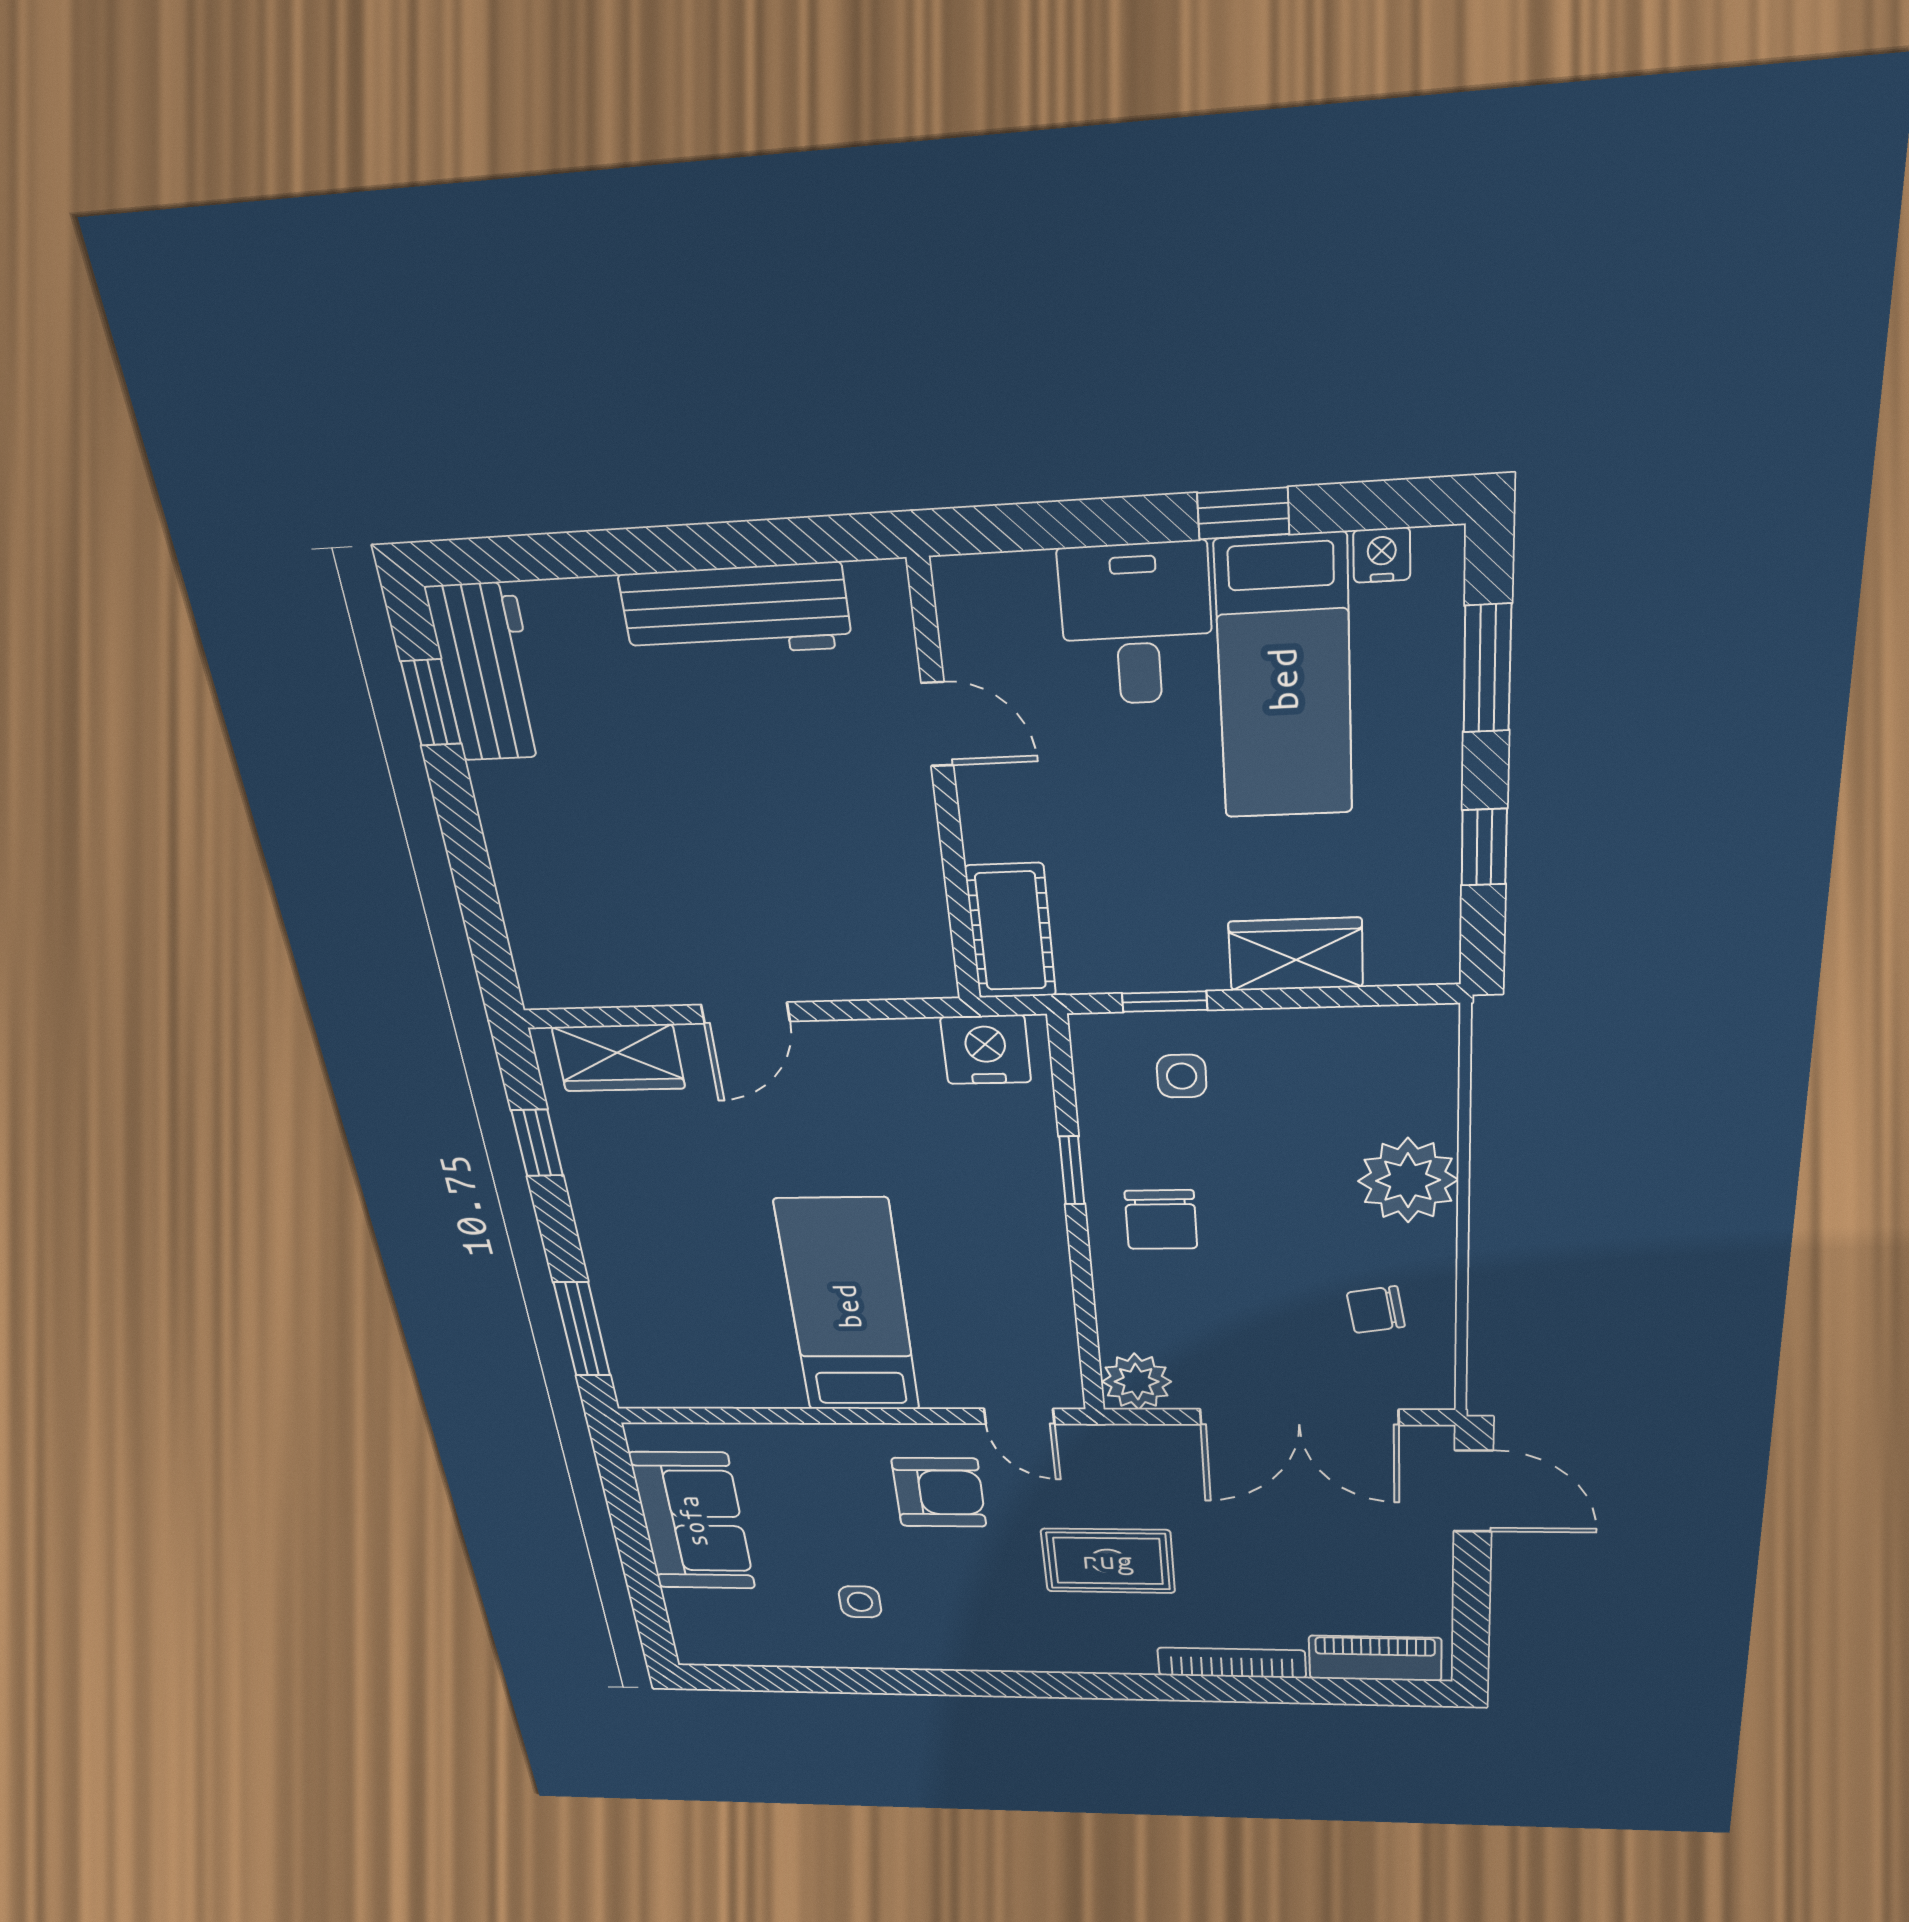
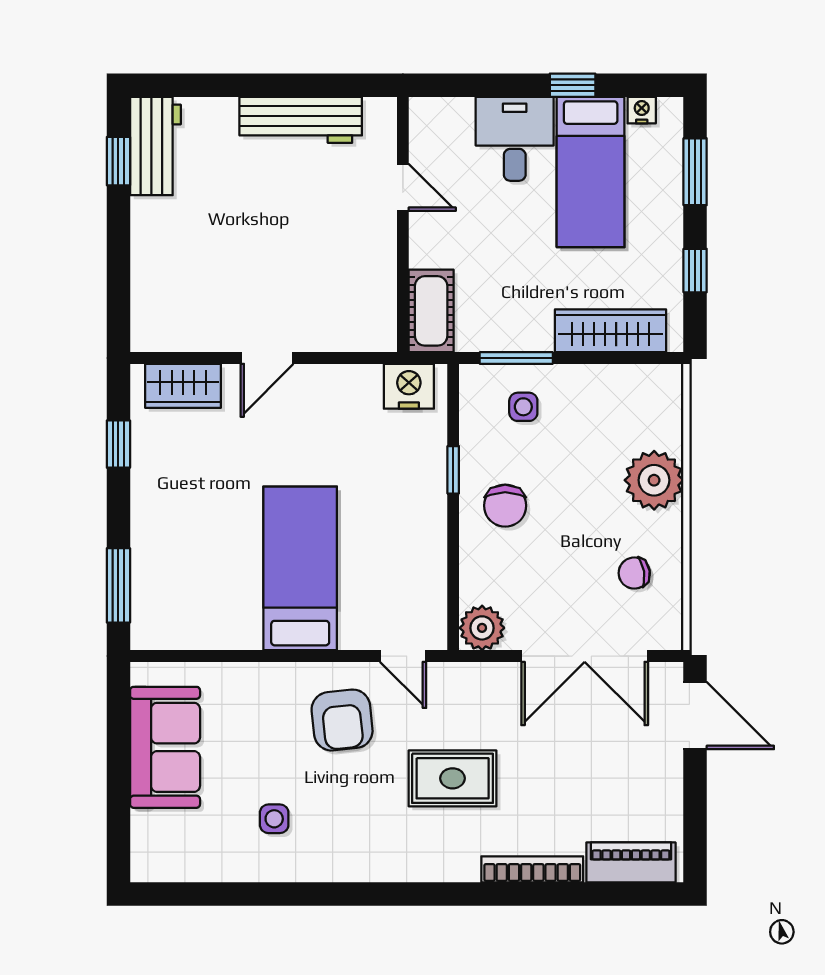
wardrobe: (1296, 954) -> (611, 331), width x1.50
window: (1165, 1002) -> (516, 358), width x1.50
armchair: (939, 1492) -> (342, 720), turned 84

